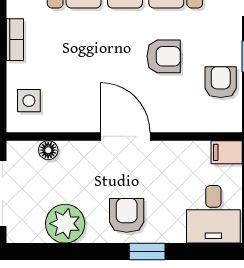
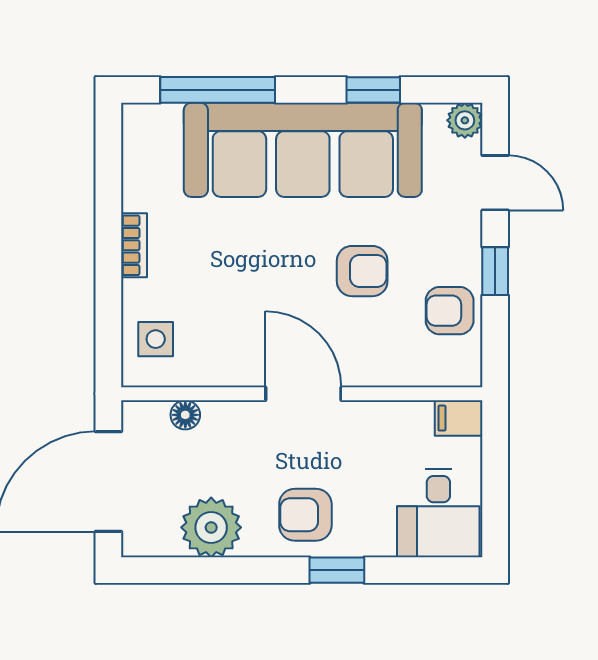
armchair: (221, 82) -> (450, 311), turned -90
armchair: (127, 215) -> (305, 515), turned -90

